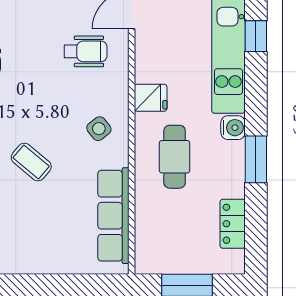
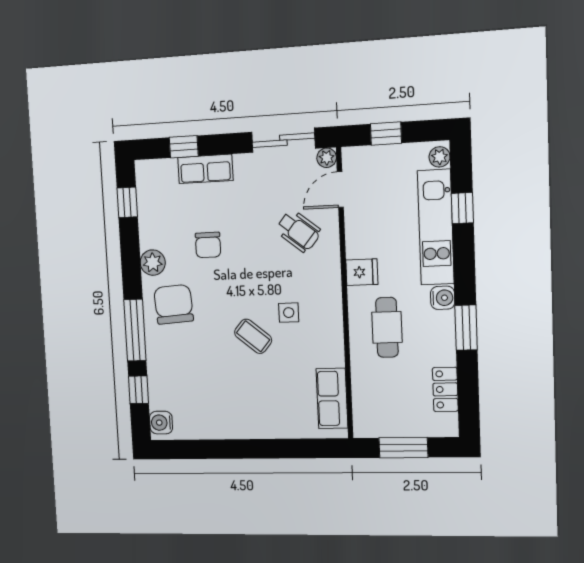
wheelchair: (85, 51) -> (298, 231), turned 39
side table: (99, 129) -> (289, 313), moved, turned 38
row of seats: (113, 216) -> (332, 398), width x0.68

